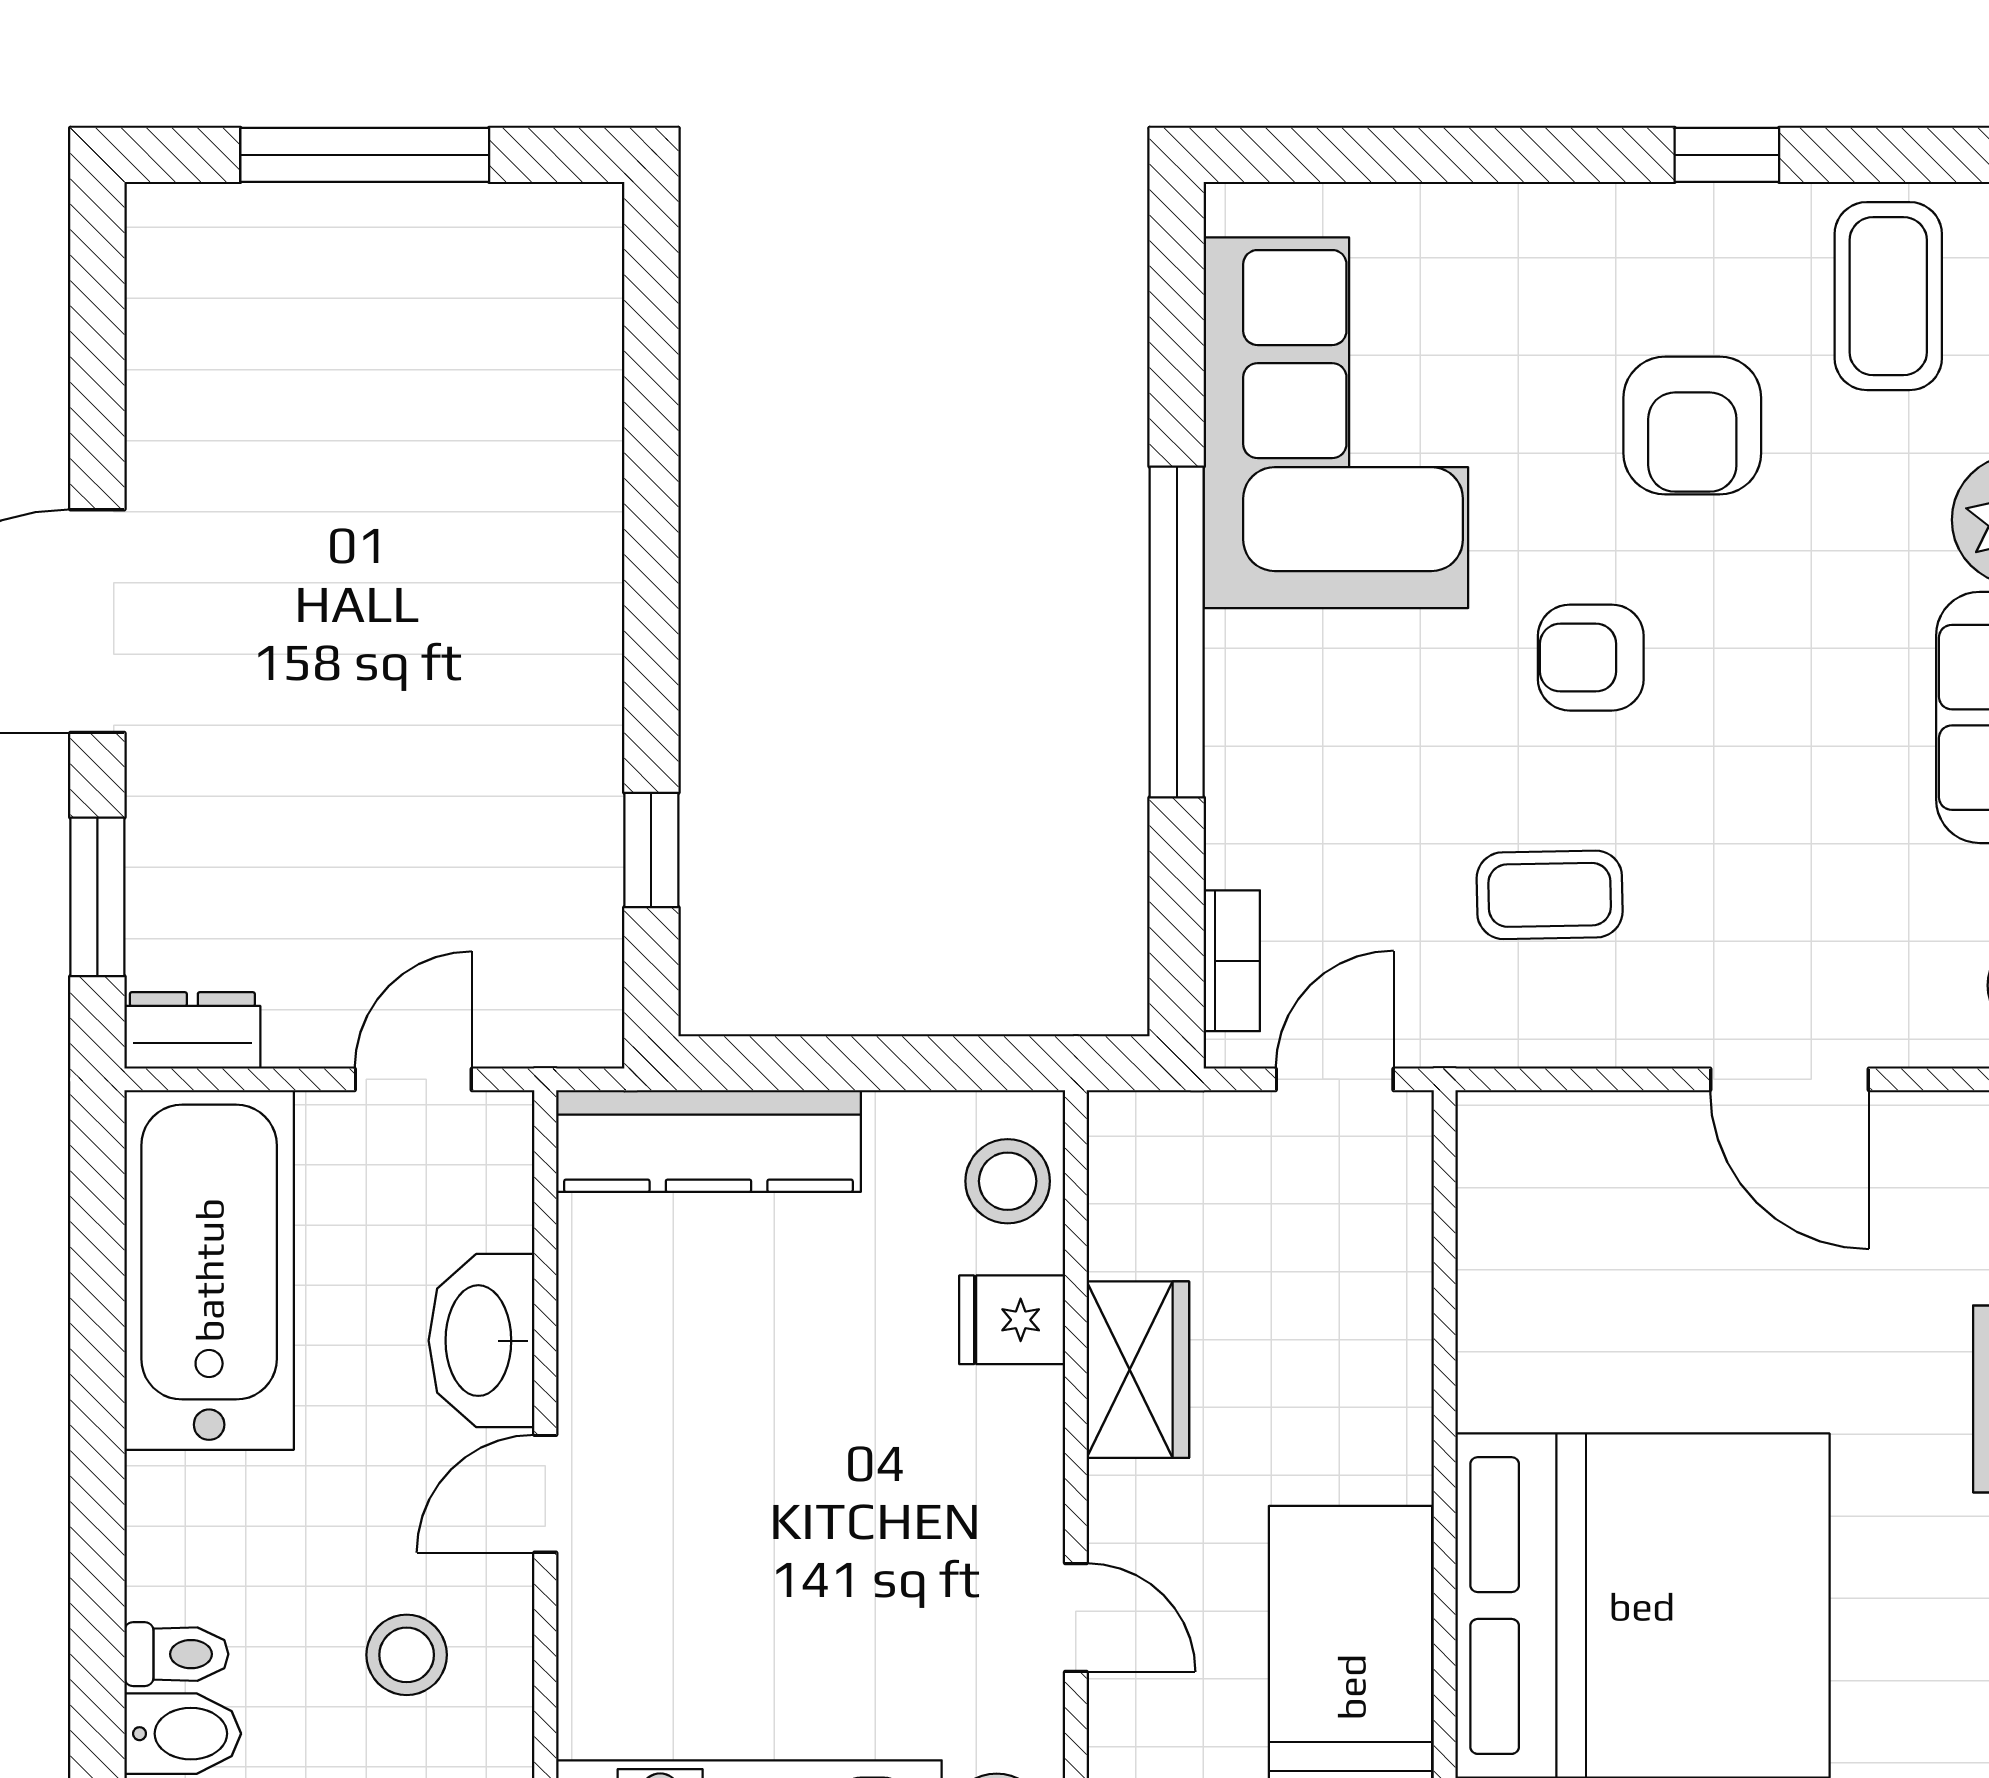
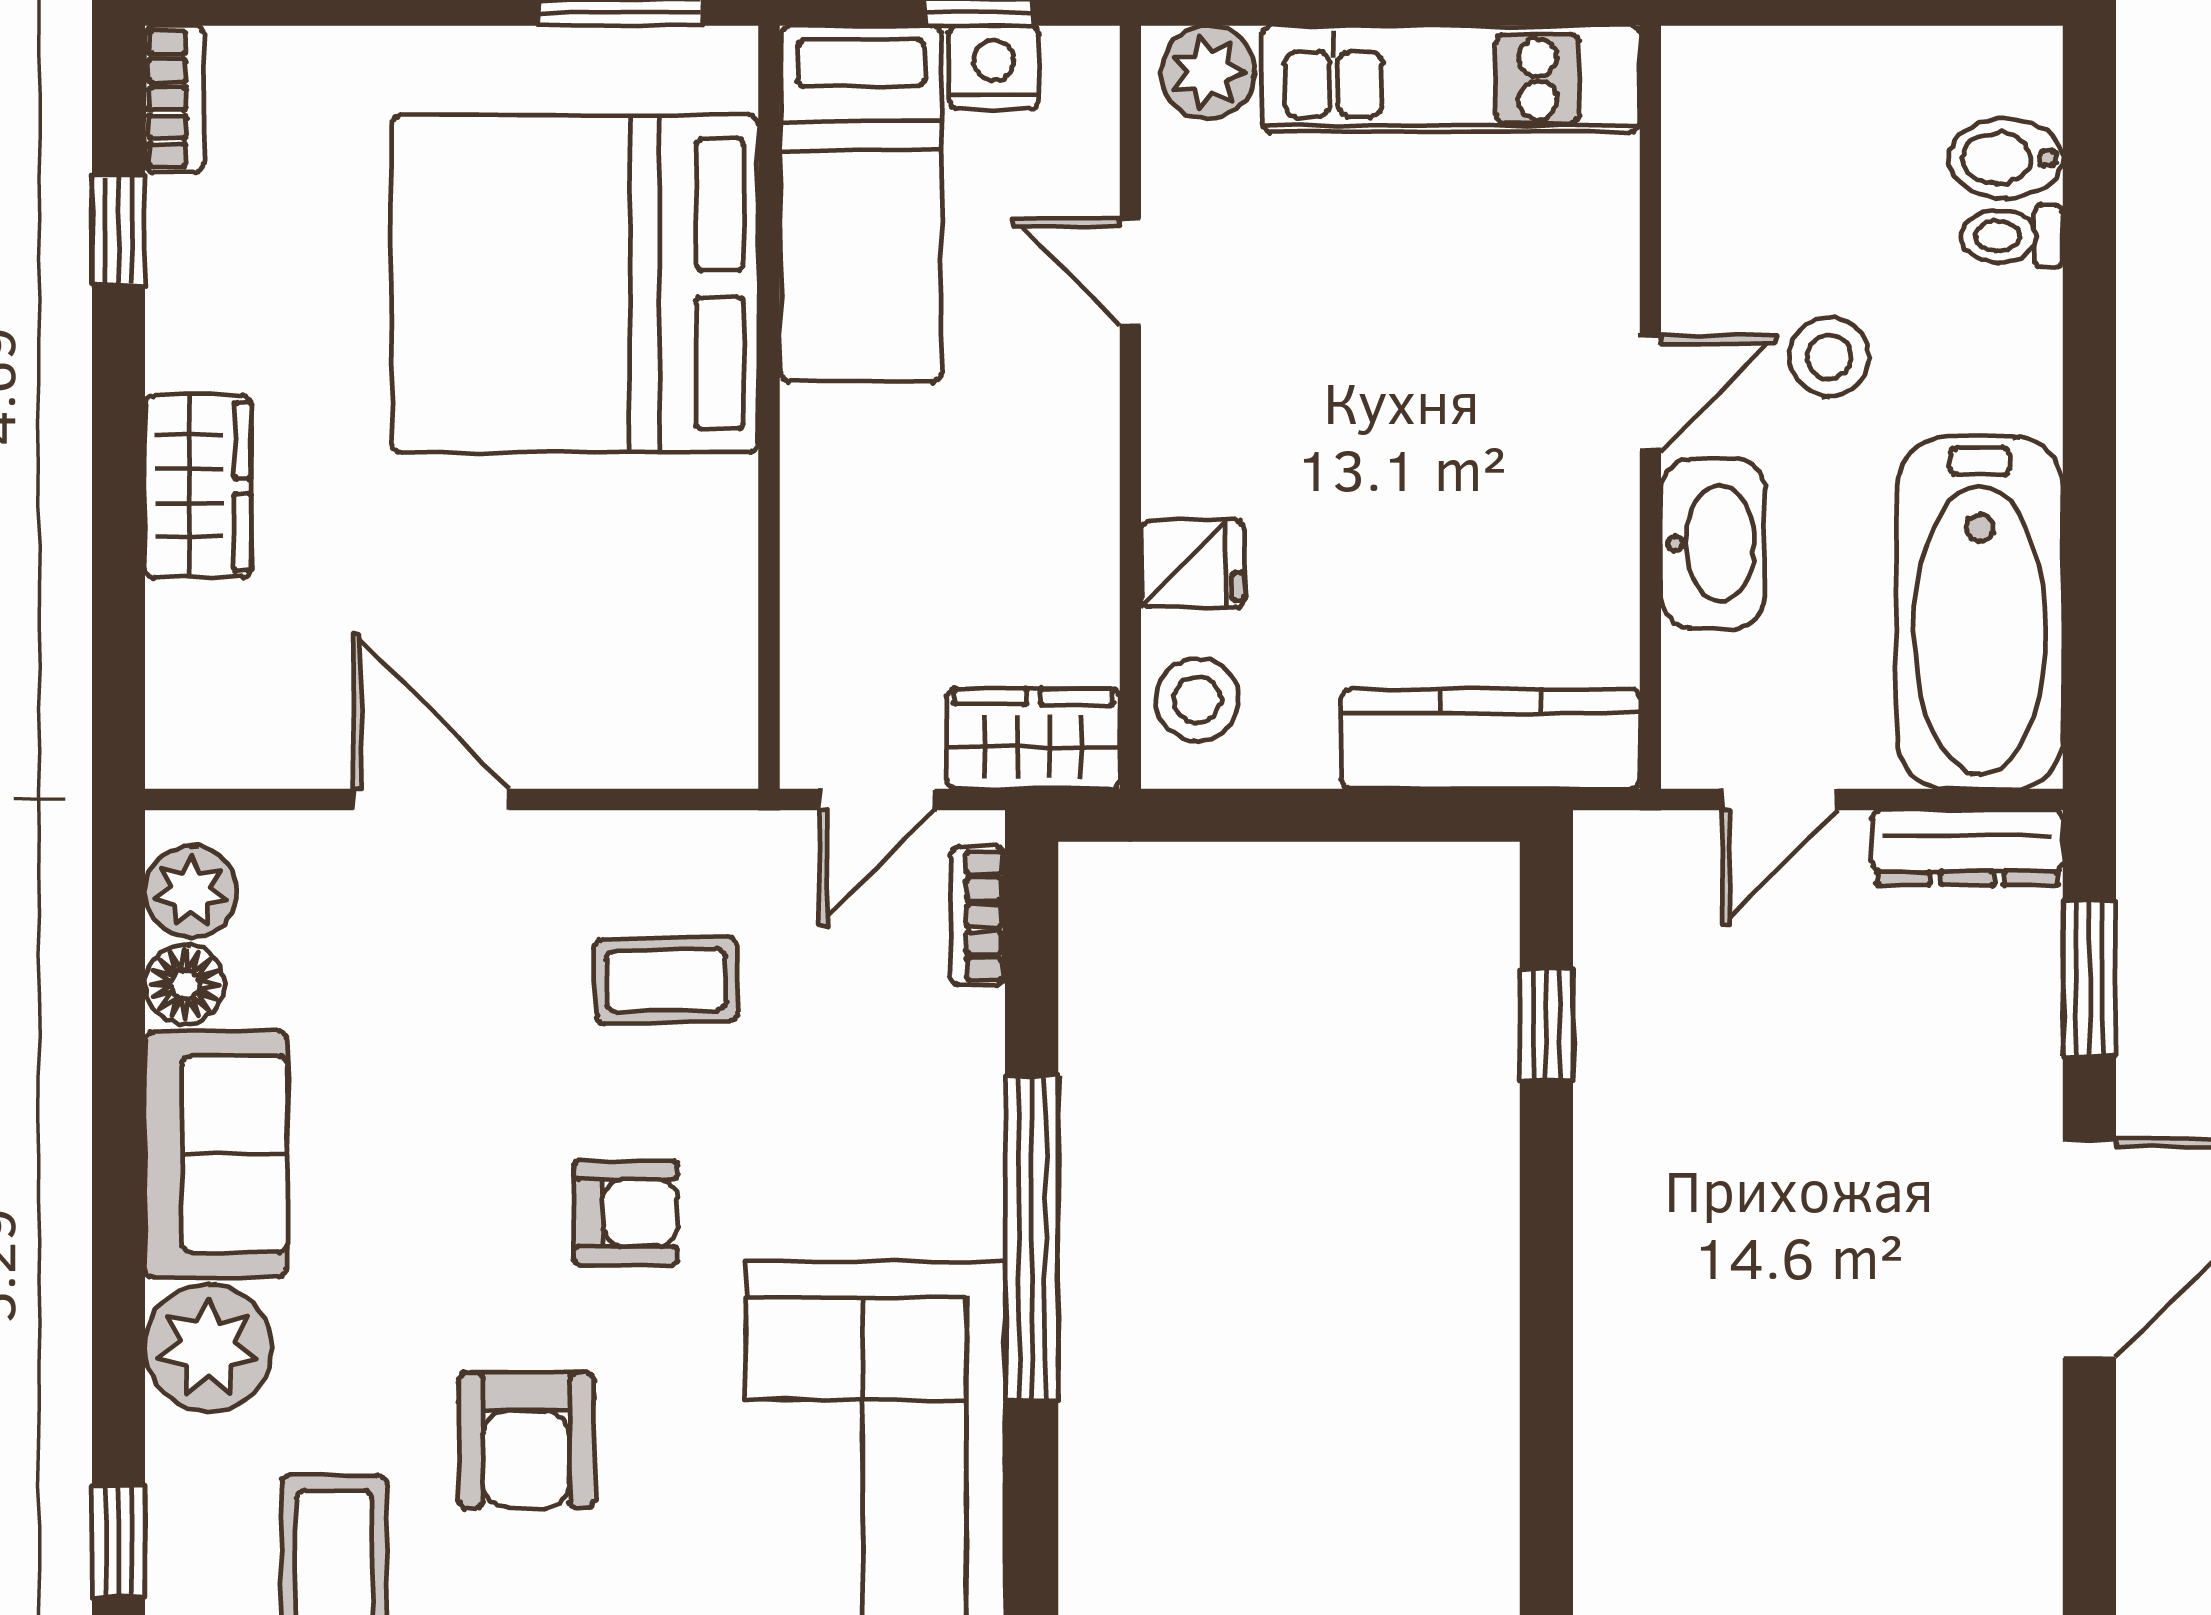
armchair: (1692, 426) -> (526, 1440), turned 180
dresser: (192, 1030) -> (1967, 847), width x1.44
wardrobe: (1138, 1370) -> (1033, 739), moved, turned 90
stool: (407, 1655) -> (1829, 357), moved

